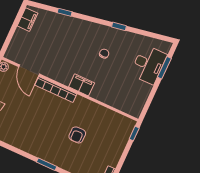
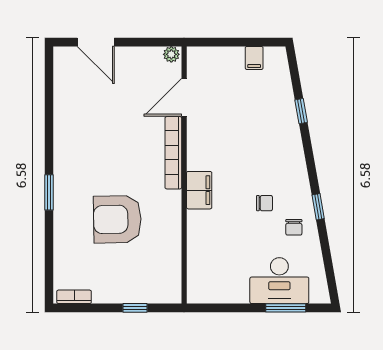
filing cabinet: (27, 20) -> (254, 58), width x0.50
chair: (124, 44) -> (294, 227), added
window: (134, 134) -> (135, 308), moved
armchair: (77, 135) -> (117, 219), width x1.88, depth x1.88

